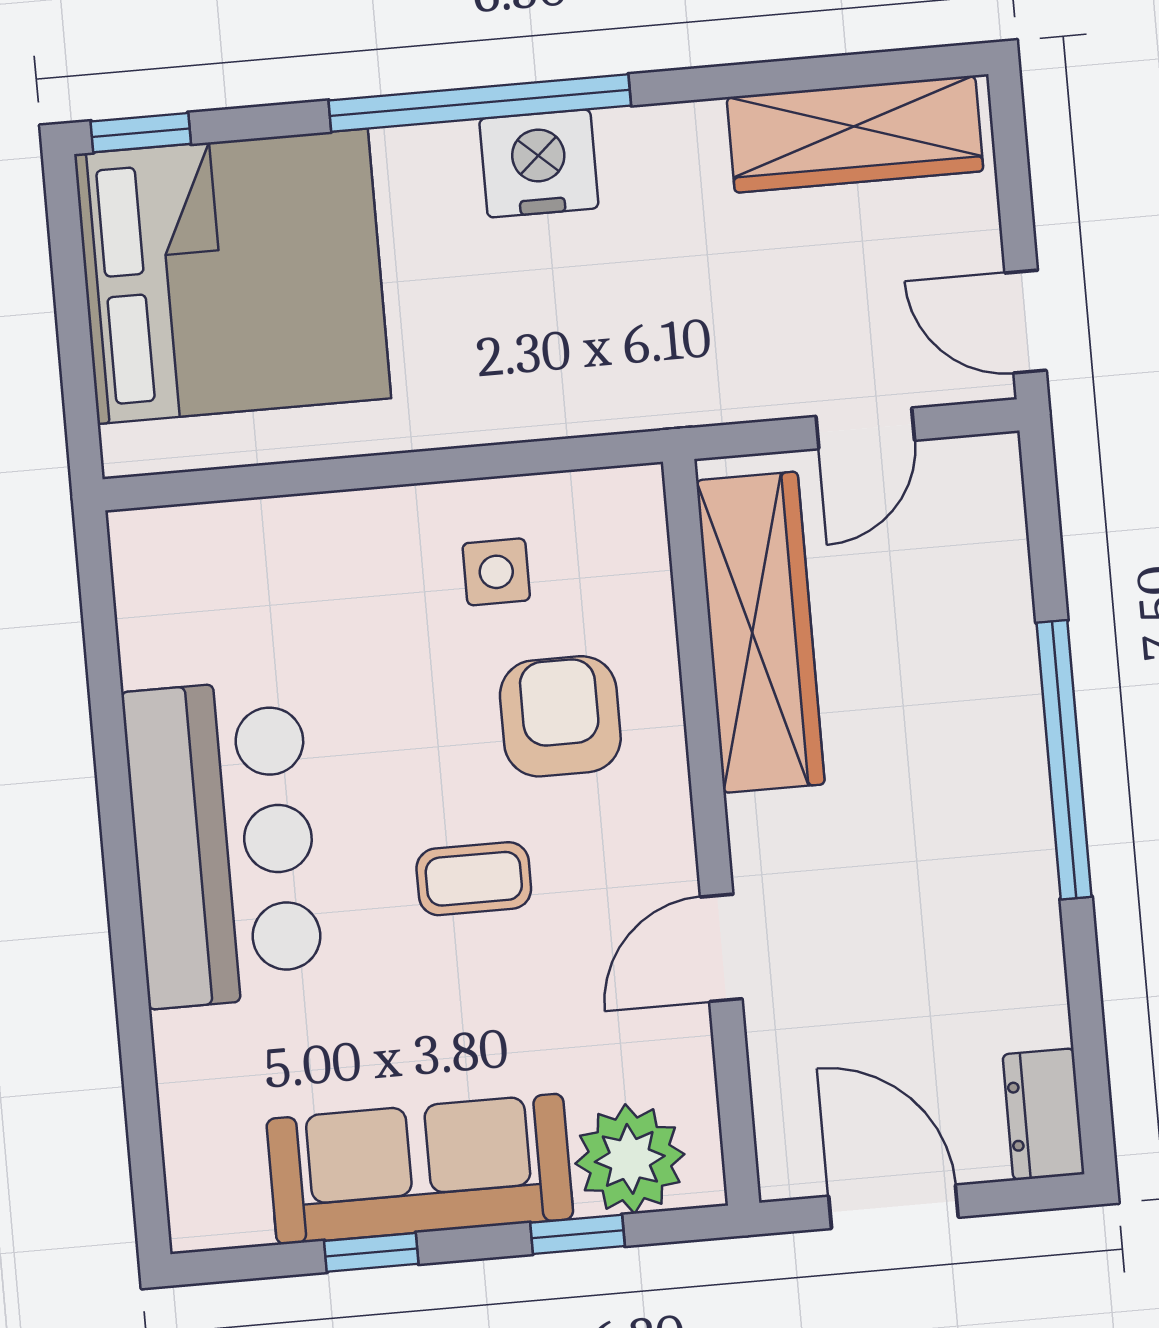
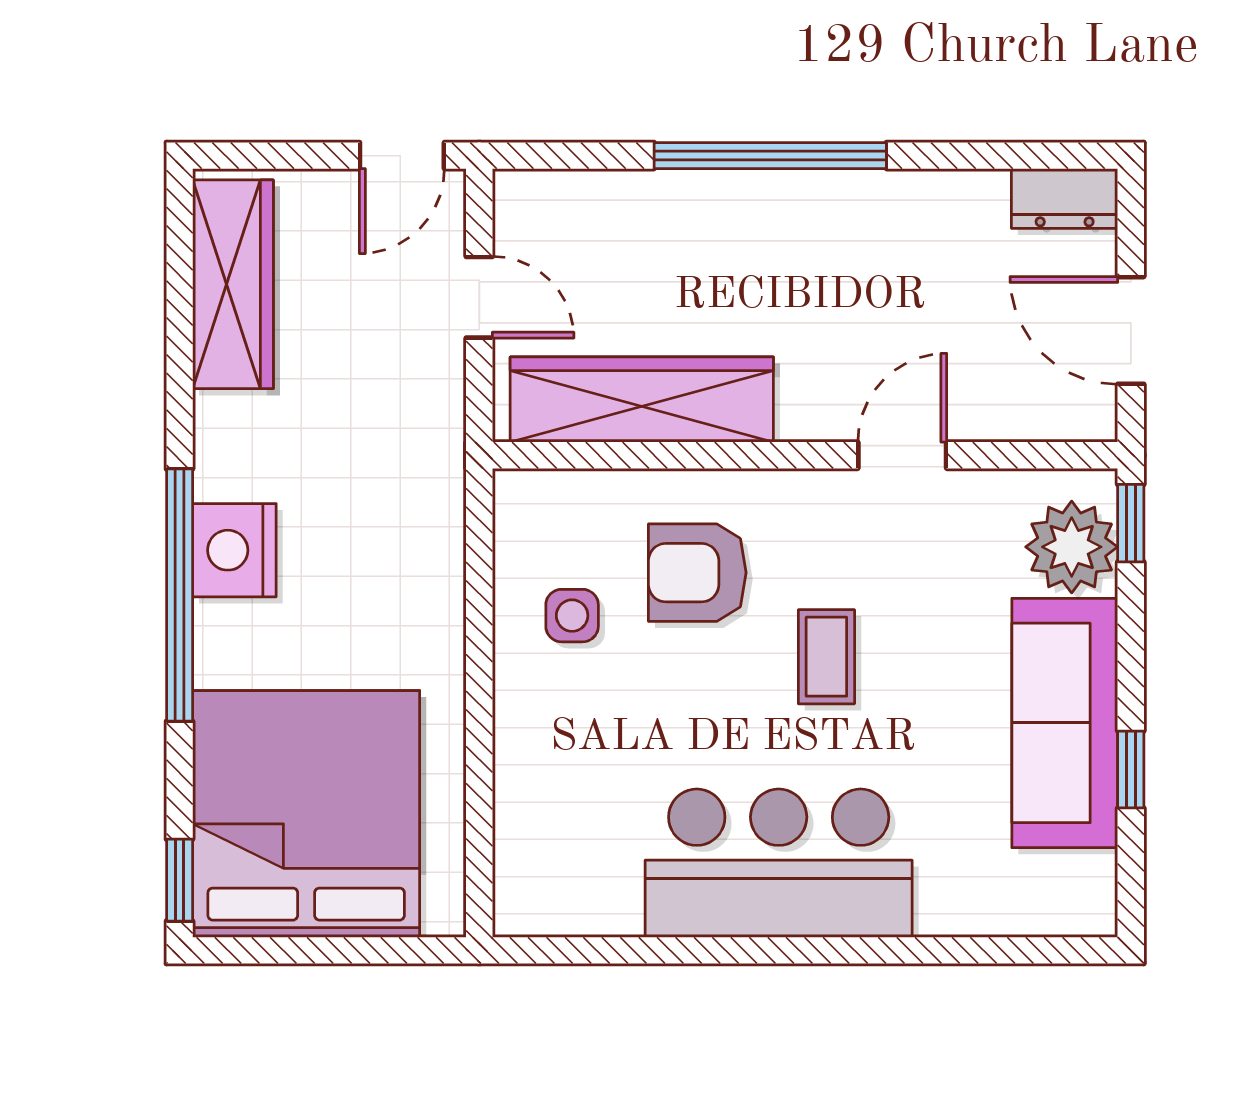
door: (721, 948) -> (902, 455), swing flipped
door: (894, 1207) -> (1131, 330), hinge flipped
window: (577, 1234) -> (1131, 523), moved

